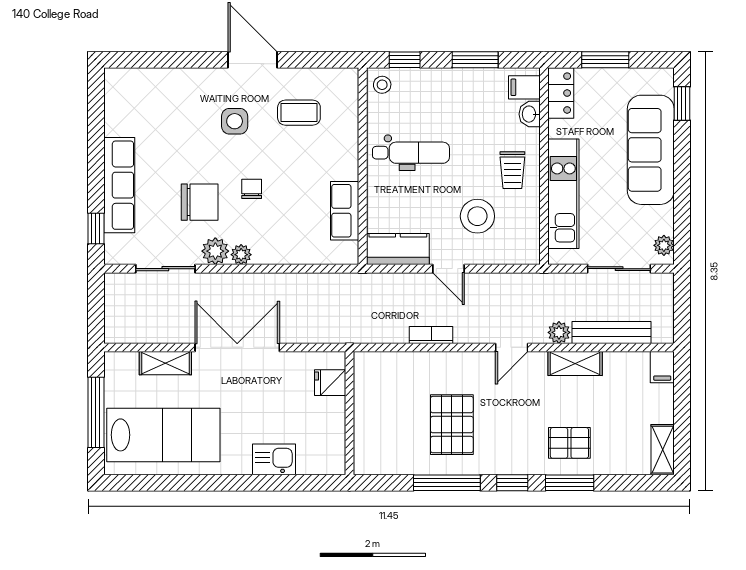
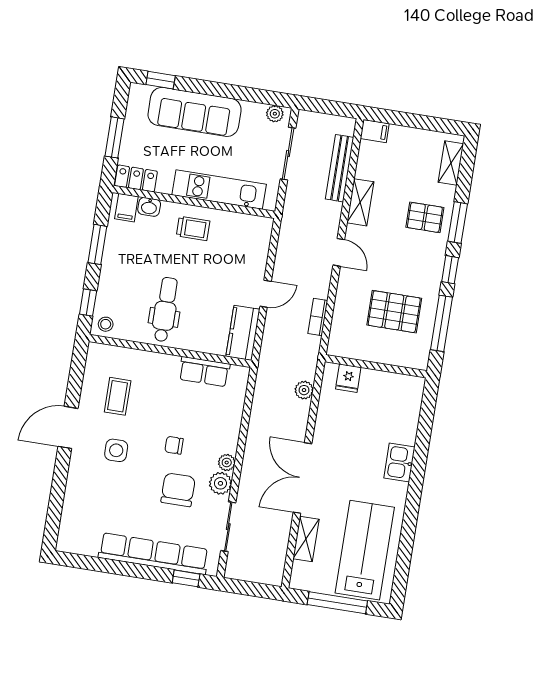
row of seats: (119, 185) -> (154, 554), width x1.36
stool: (477, 216) -> (226, 263), removed
plant: (559, 332) -> (304, 390), moved
fridge: (330, 383) -> (348, 378), moved
wall: (350, 413) -> (376, 366), moved
pallet: (569, 443) -> (425, 217), turned 90
shelving: (663, 450) -> (451, 163), moved, turned 90

